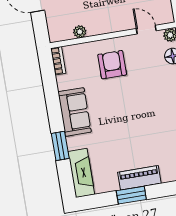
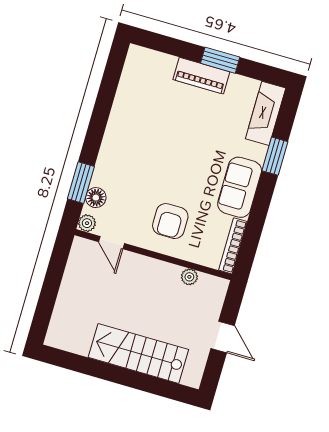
bookcase: (58, 61) -> (233, 246), width x1.56

